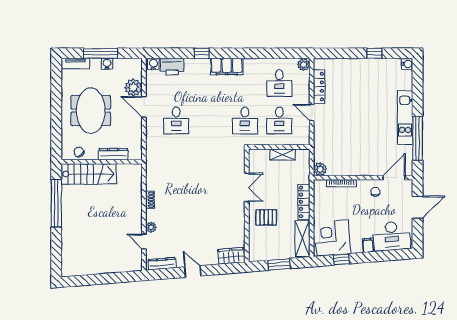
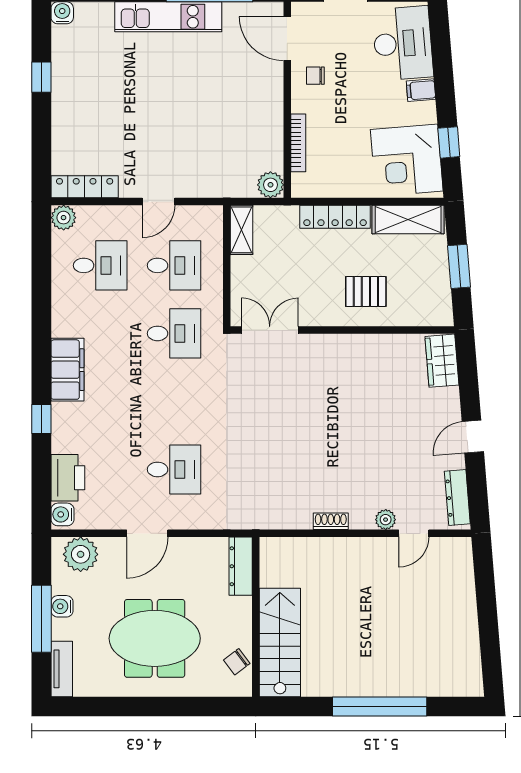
locker: (319, 87) -> (85, 187), moved
plant: (133, 88) -> (81, 554), moved
dresser: (113, 154) -> (241, 566), moved
shelving: (283, 154) -> (241, 230), moved
double door: (247, 187) -> (270, 330), moved
window: (56, 203) -> (380, 707), moved
pallet: (266, 217) -> (366, 291), turned 90

